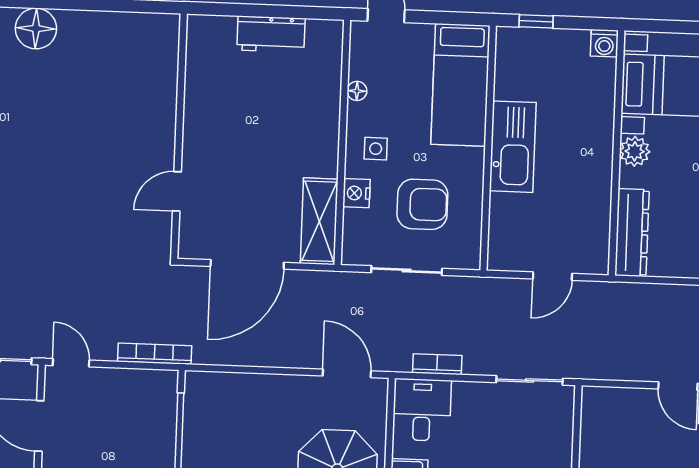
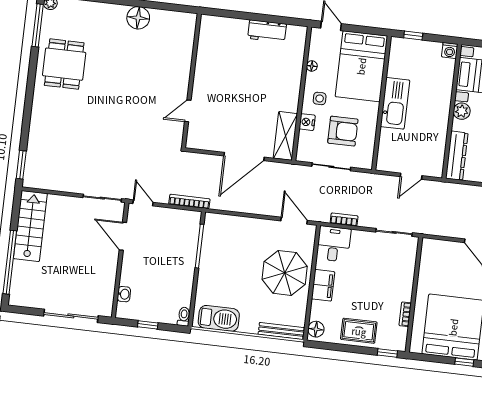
bed: (460, 85) -> (361, 66), width x1.50
wall: (179, 136) -> (191, 81), moved
door: (177, 191) -> (188, 111), moved

